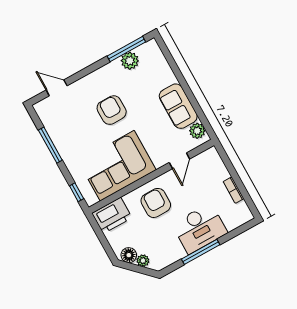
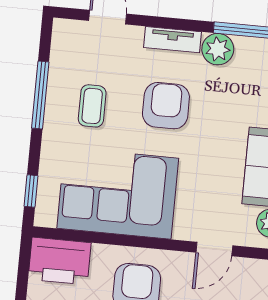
plant: (130, 61) -> (218, 49), moved
tv unit: (94, 78) -> (172, 40), added
coffee table: (78, 134) -> (92, 106), added

